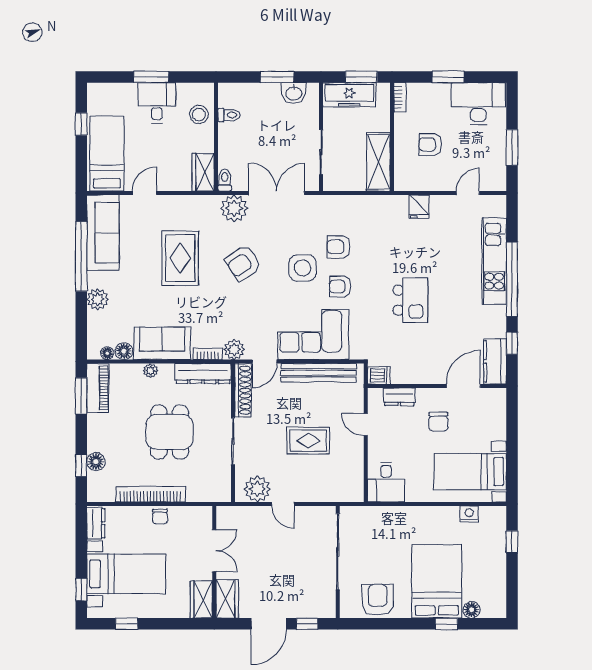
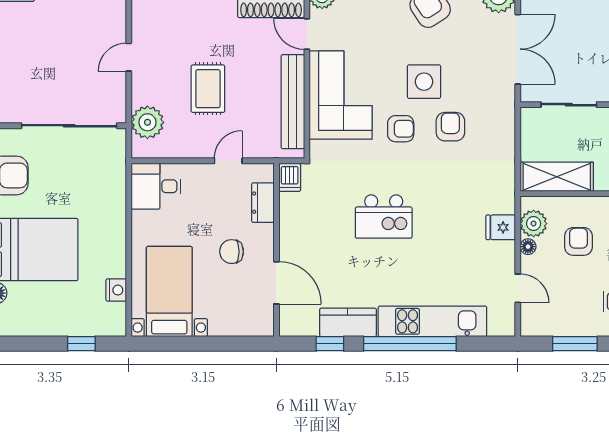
plant: (416, 180) -> (534, 224), added
floor lamp: (434, 185) -> (528, 247), added
armchair: (340, 287) -> (401, 129), turned 90
kitchen counter: (495, 361) -> (348, 322), moved
plant: (257, 489) -> (147, 122), moved

